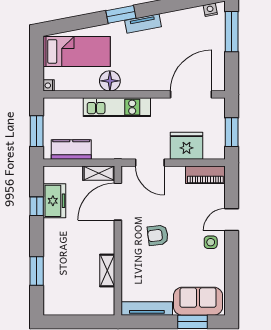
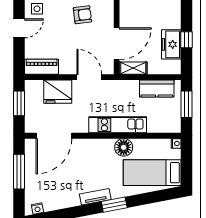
window: (232, 32) -> (19, 172), moved

